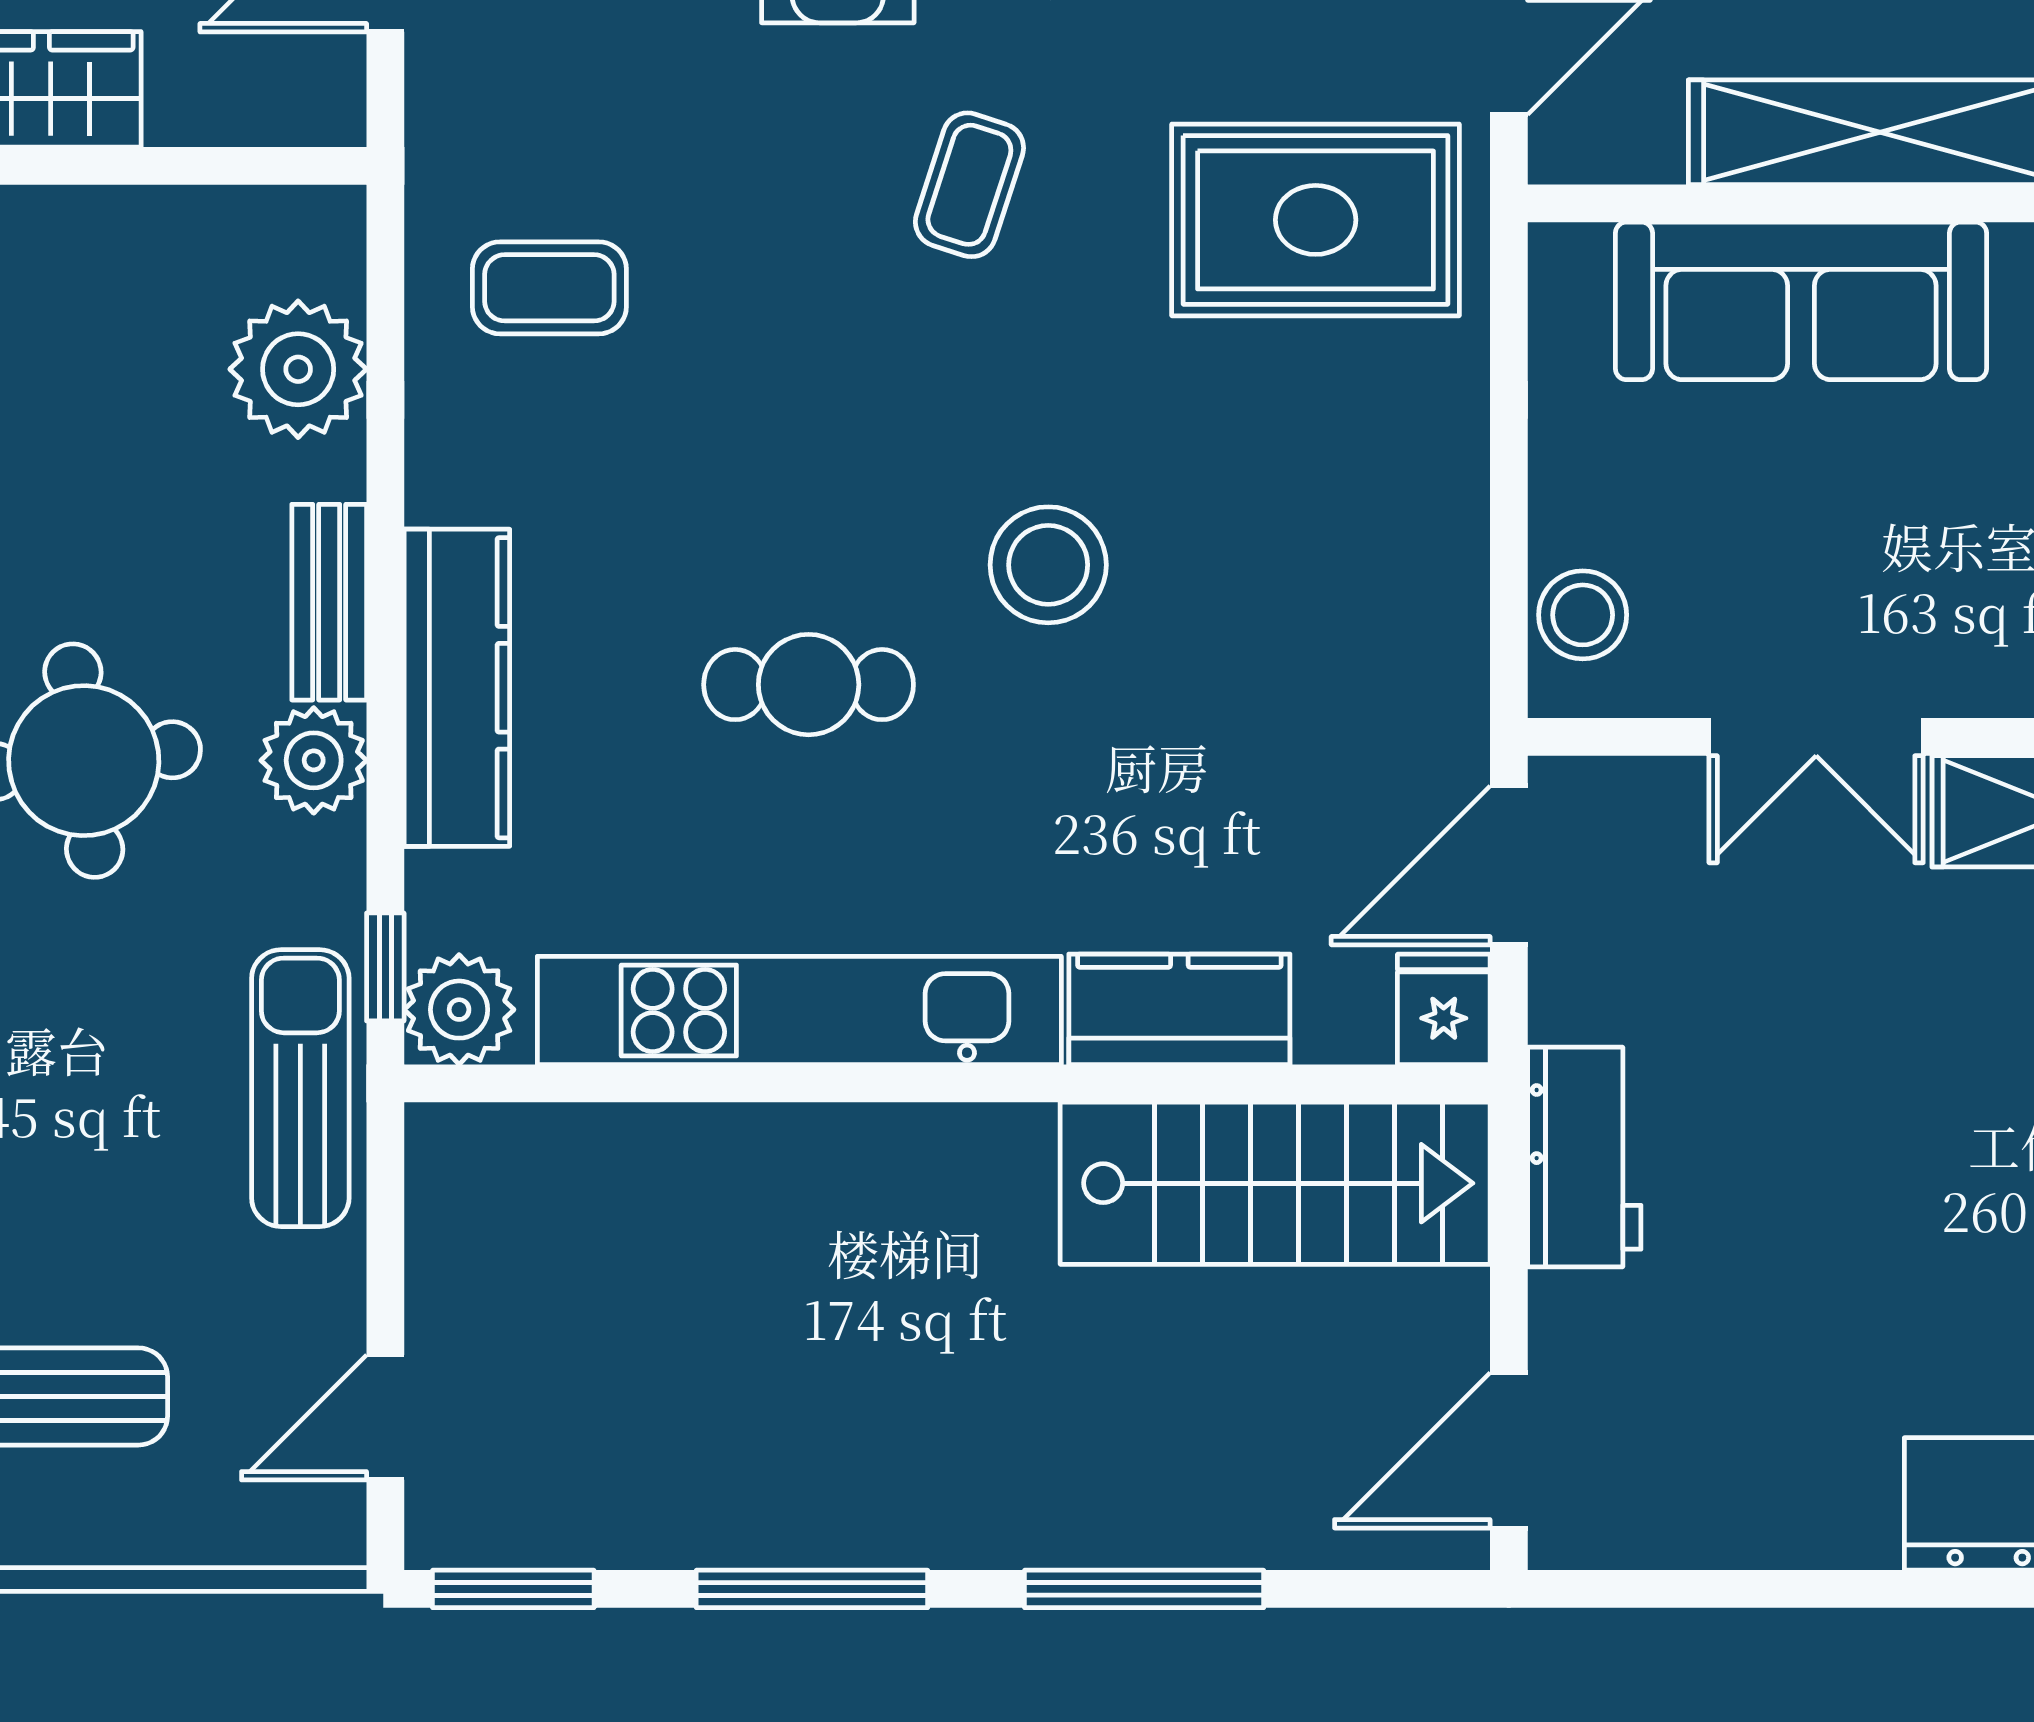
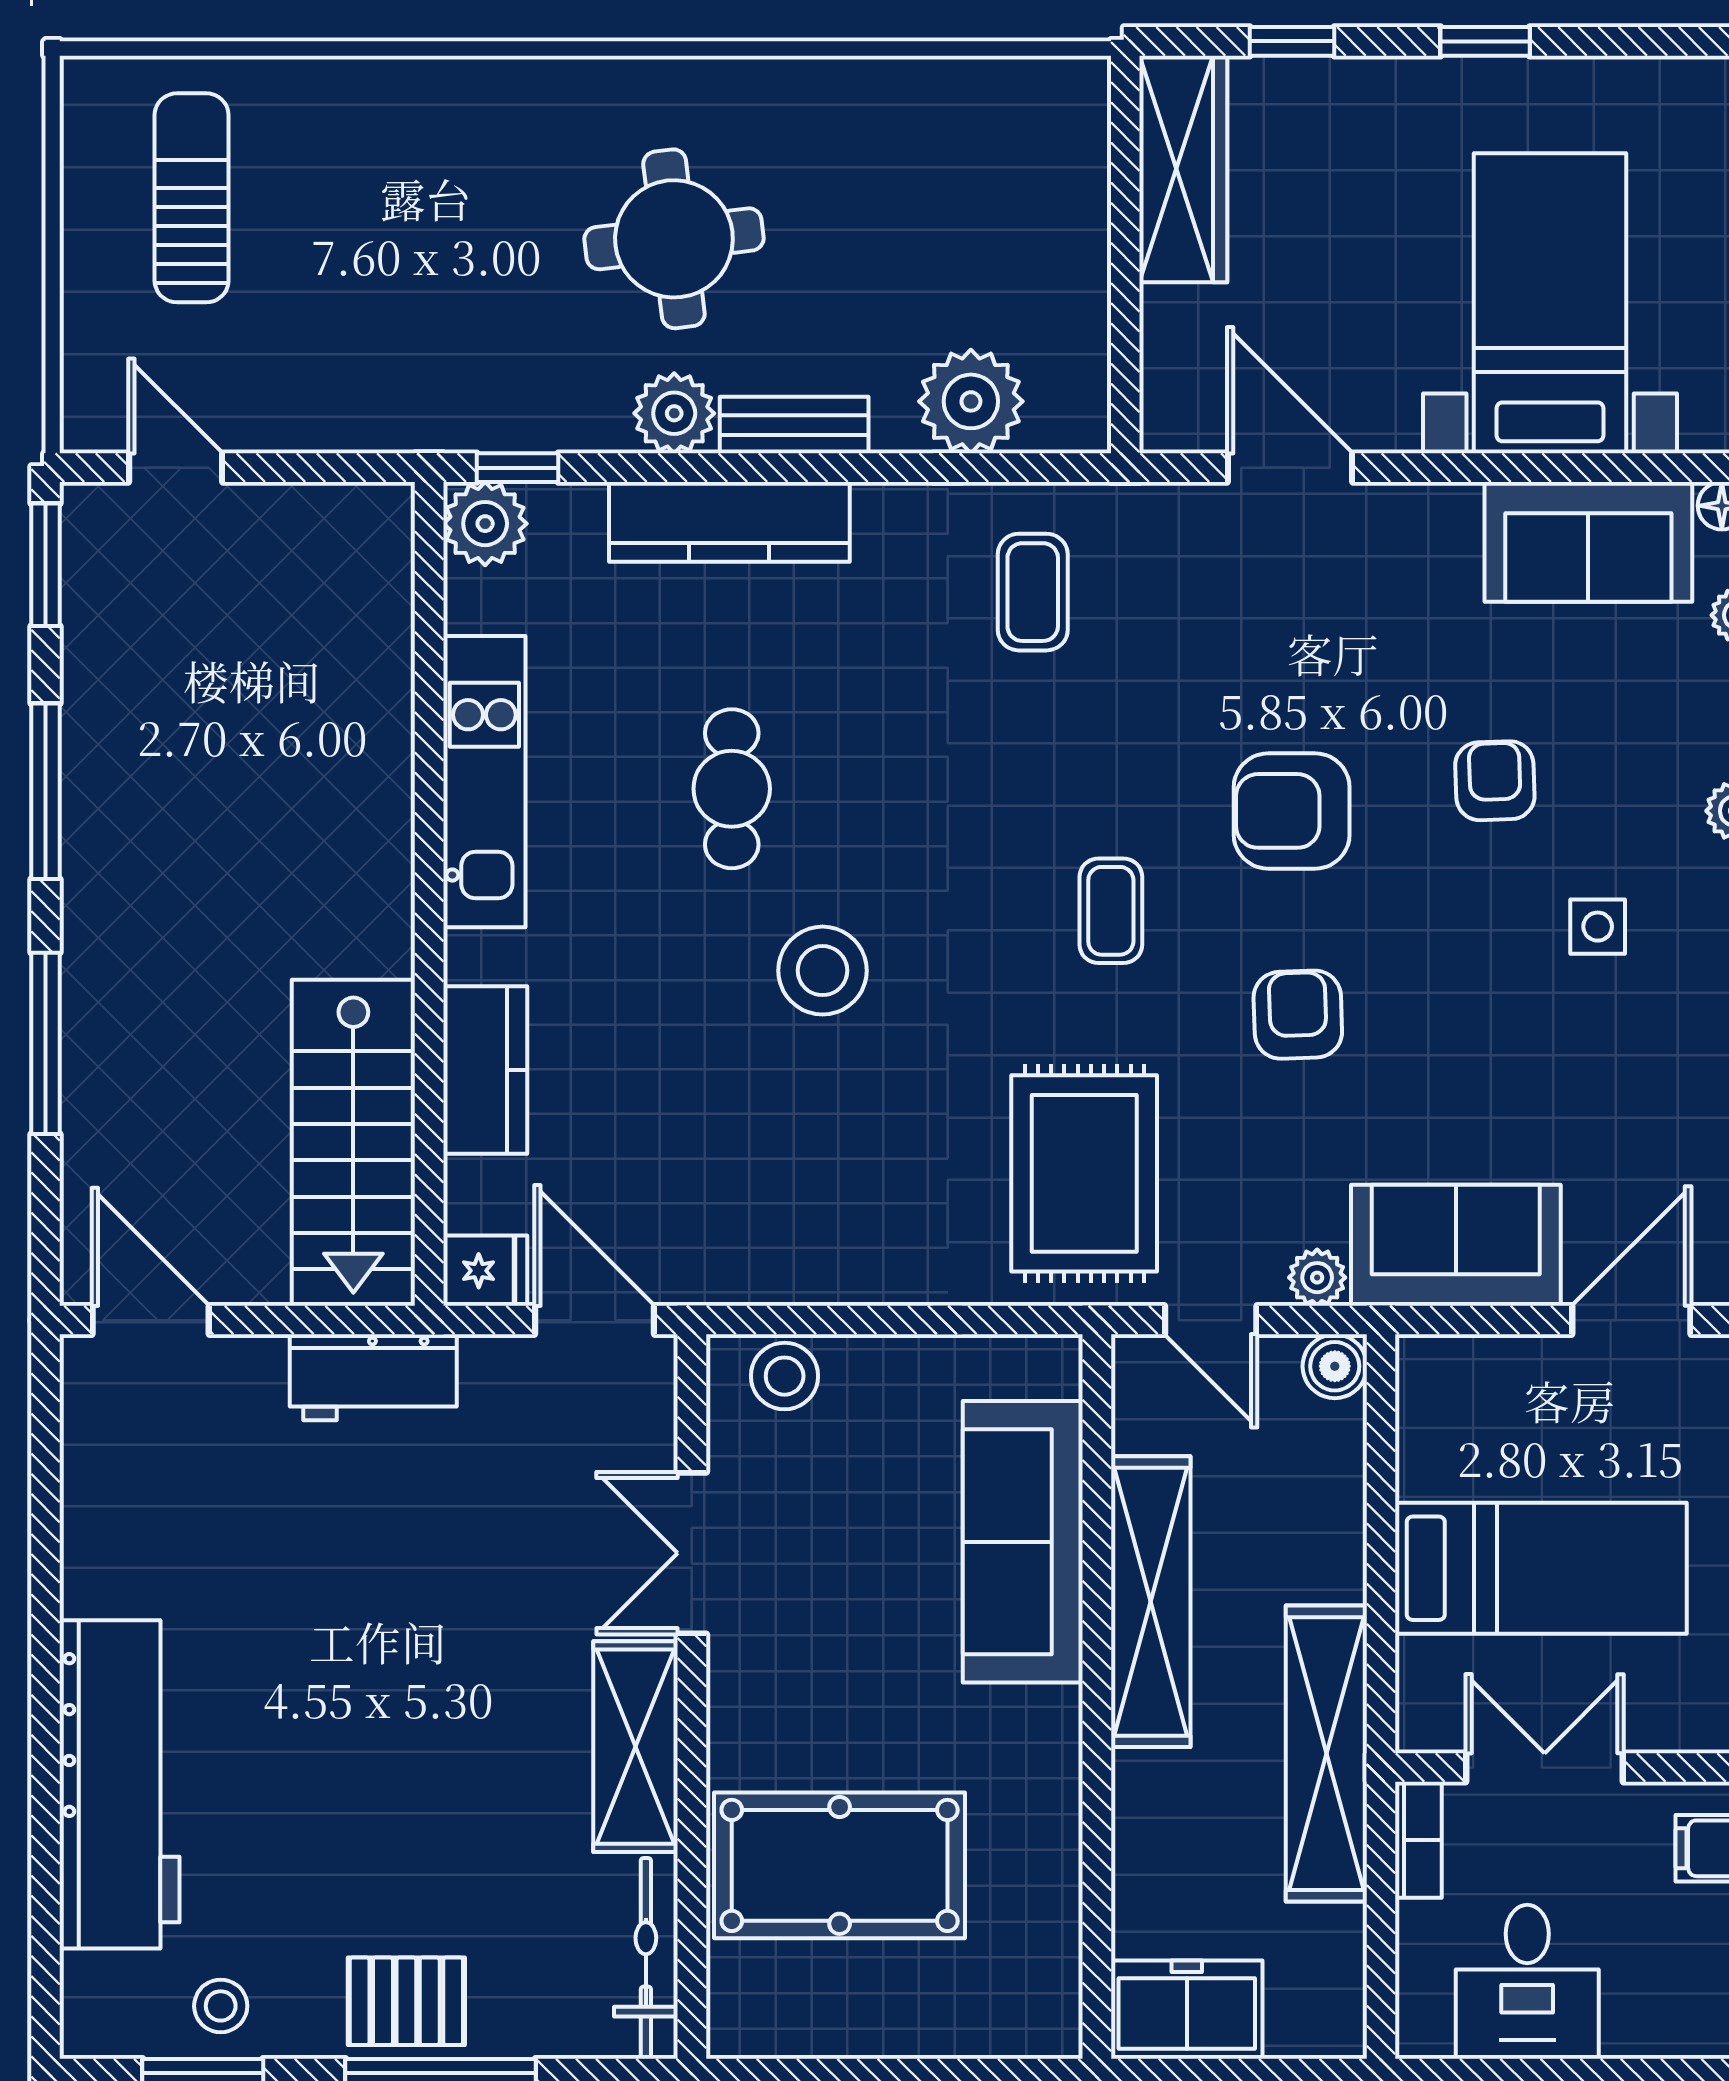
coffee table: (969, 185) -> (1111, 911), turned 72
kitchen unit: (799, 1010) -> (484, 782), width x0.73
sun lounger: (300, 1088) -> (425, 403), removed

